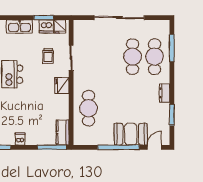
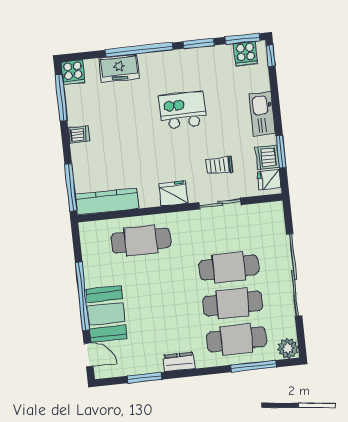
plant: (163, 26) -> (288, 348), added
cafe table: (111, 57) -> (229, 268), added
kitchen counter: (63, 132) -> (107, 202), width x1.50

